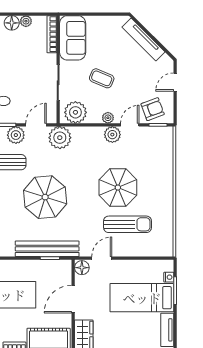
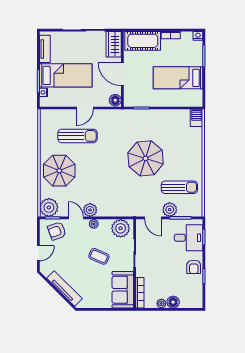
door: (36, 125) -> (153, 218), hinge flipped
door: (130, 125) -> (76, 218), swing flipped
plant: (60, 138) -> (49, 207), moved
parasol: (118, 188) -> (59, 171), moved
sun lounger: (128, 224) -> (78, 136), turned 180
bench: (47, 249) -> (144, 116), removed
door: (102, 258) -> (85, 108), moved
door: (73, 299) -> (122, 74), swing flipped

